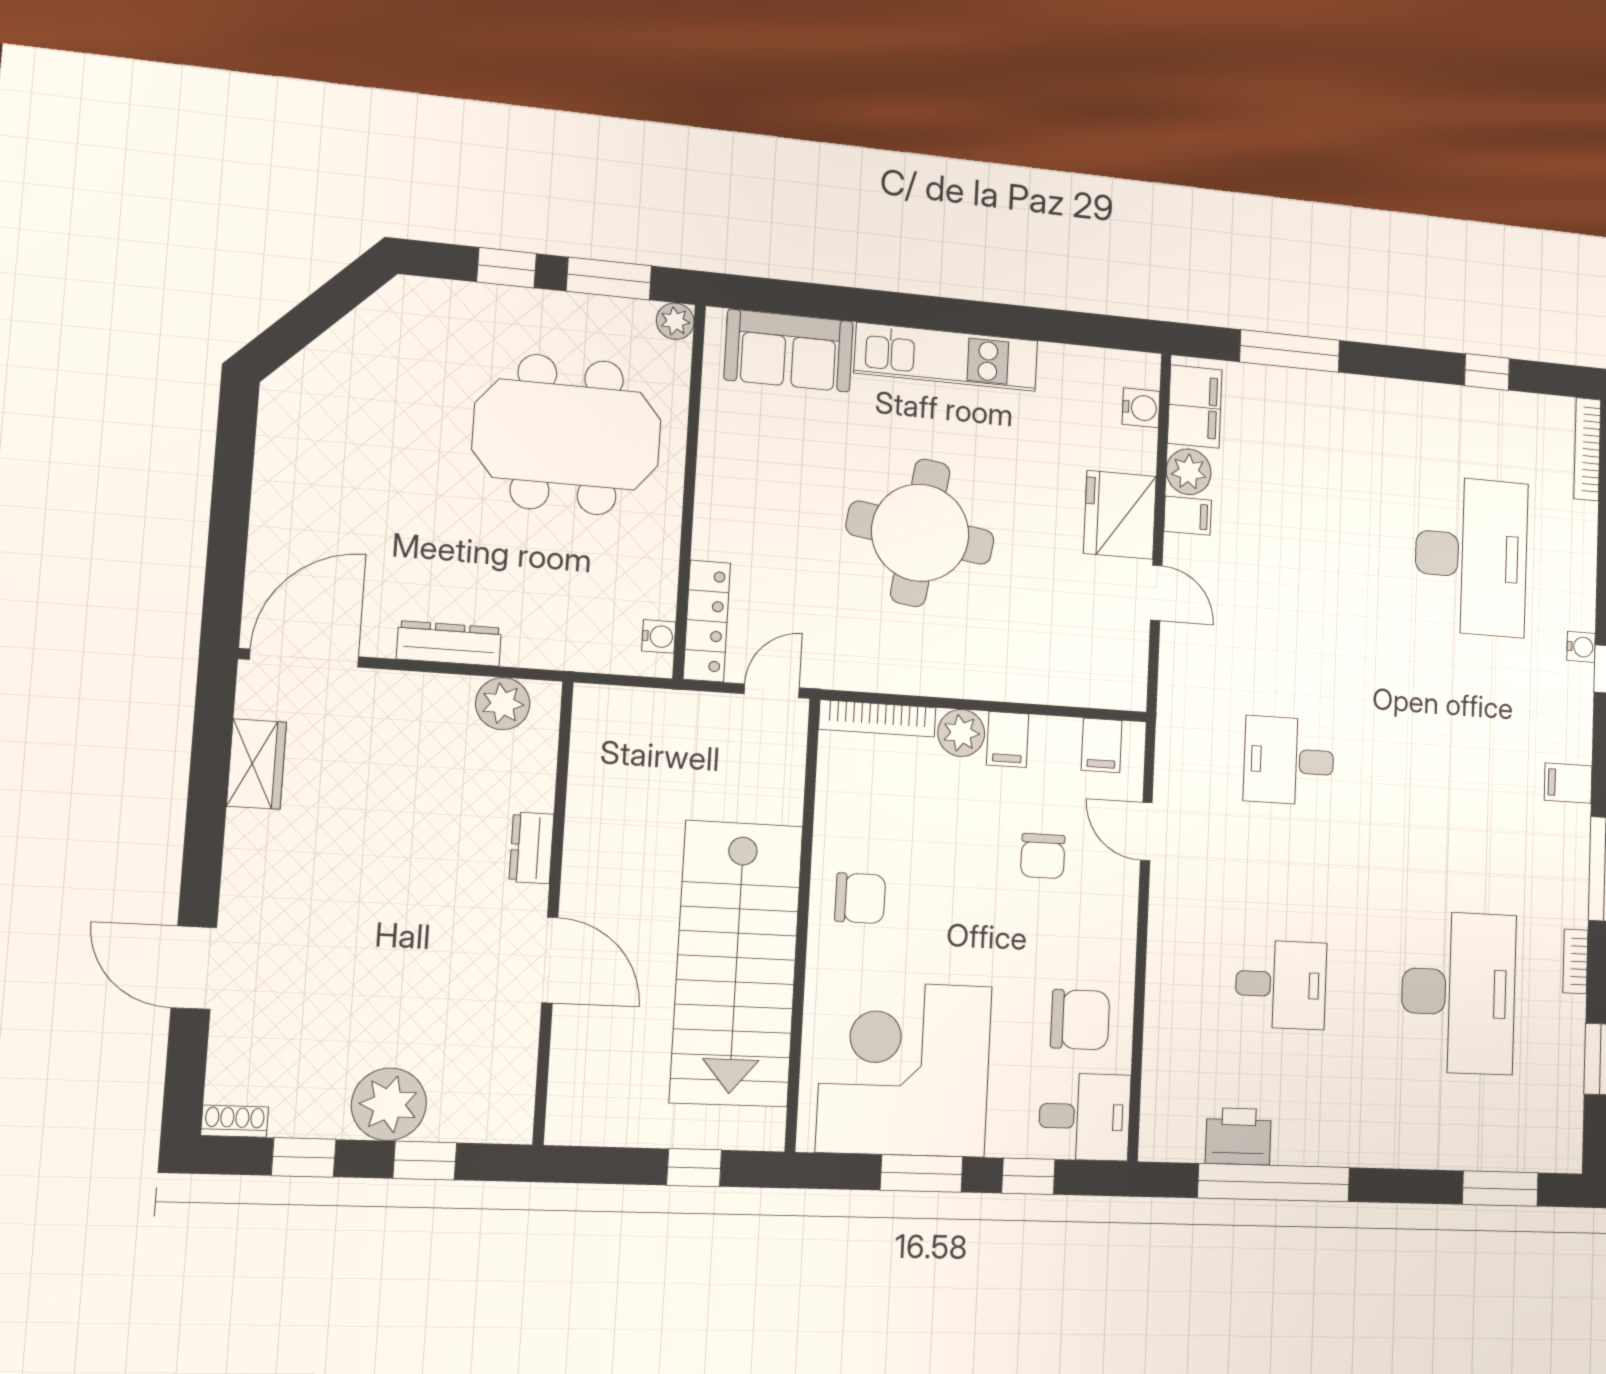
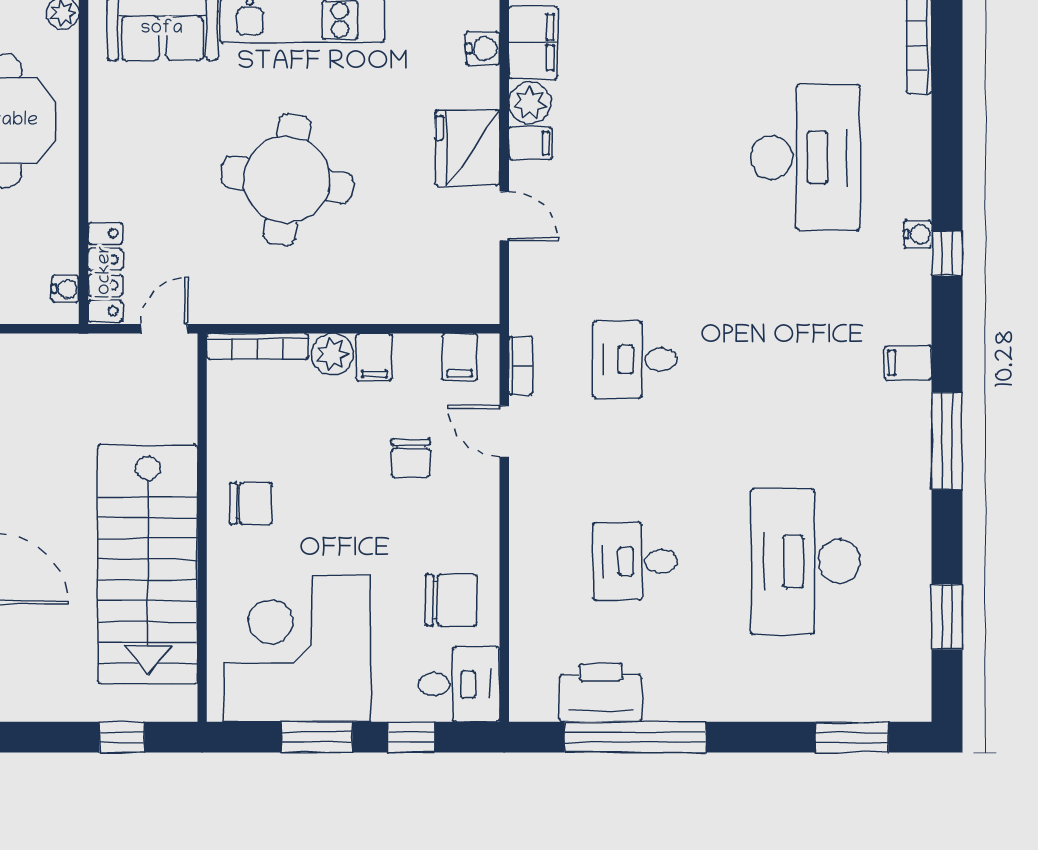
bookcase: (1575, 961) -> (521, 365), moved, turned 180
desk: (1281, 985) -> (635, 561), turned 180
desk: (1458, 993) -> (805, 561), turned 180
printer: (1238, 1136) -> (601, 693), width x1.37, depth x1.19

